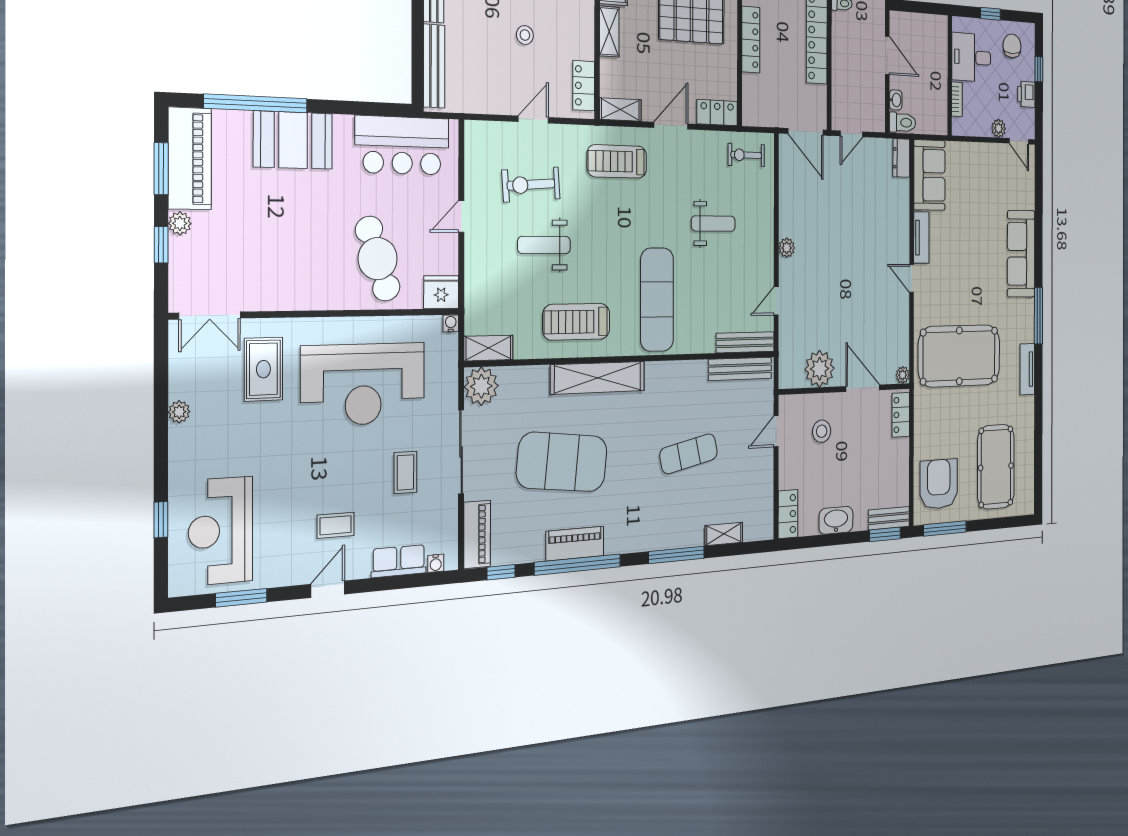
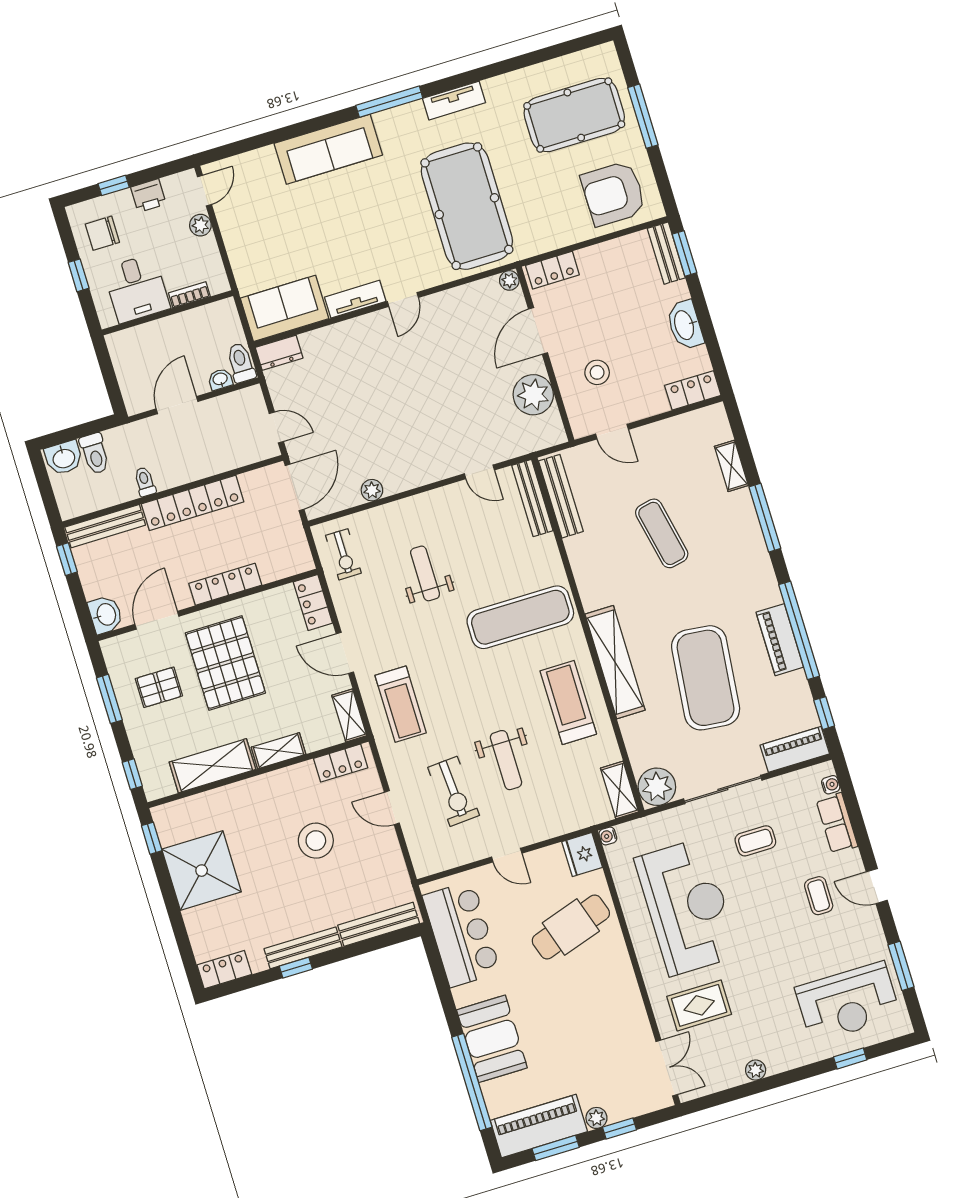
stool: (525, 35) -> (316, 841), width x1.89, depth x1.89
plant: (787, 248) -> (372, 490), moved
treadmill: (576, 322) -> (568, 702), turned 180
window: (945, 528) -> (643, 116), moved

